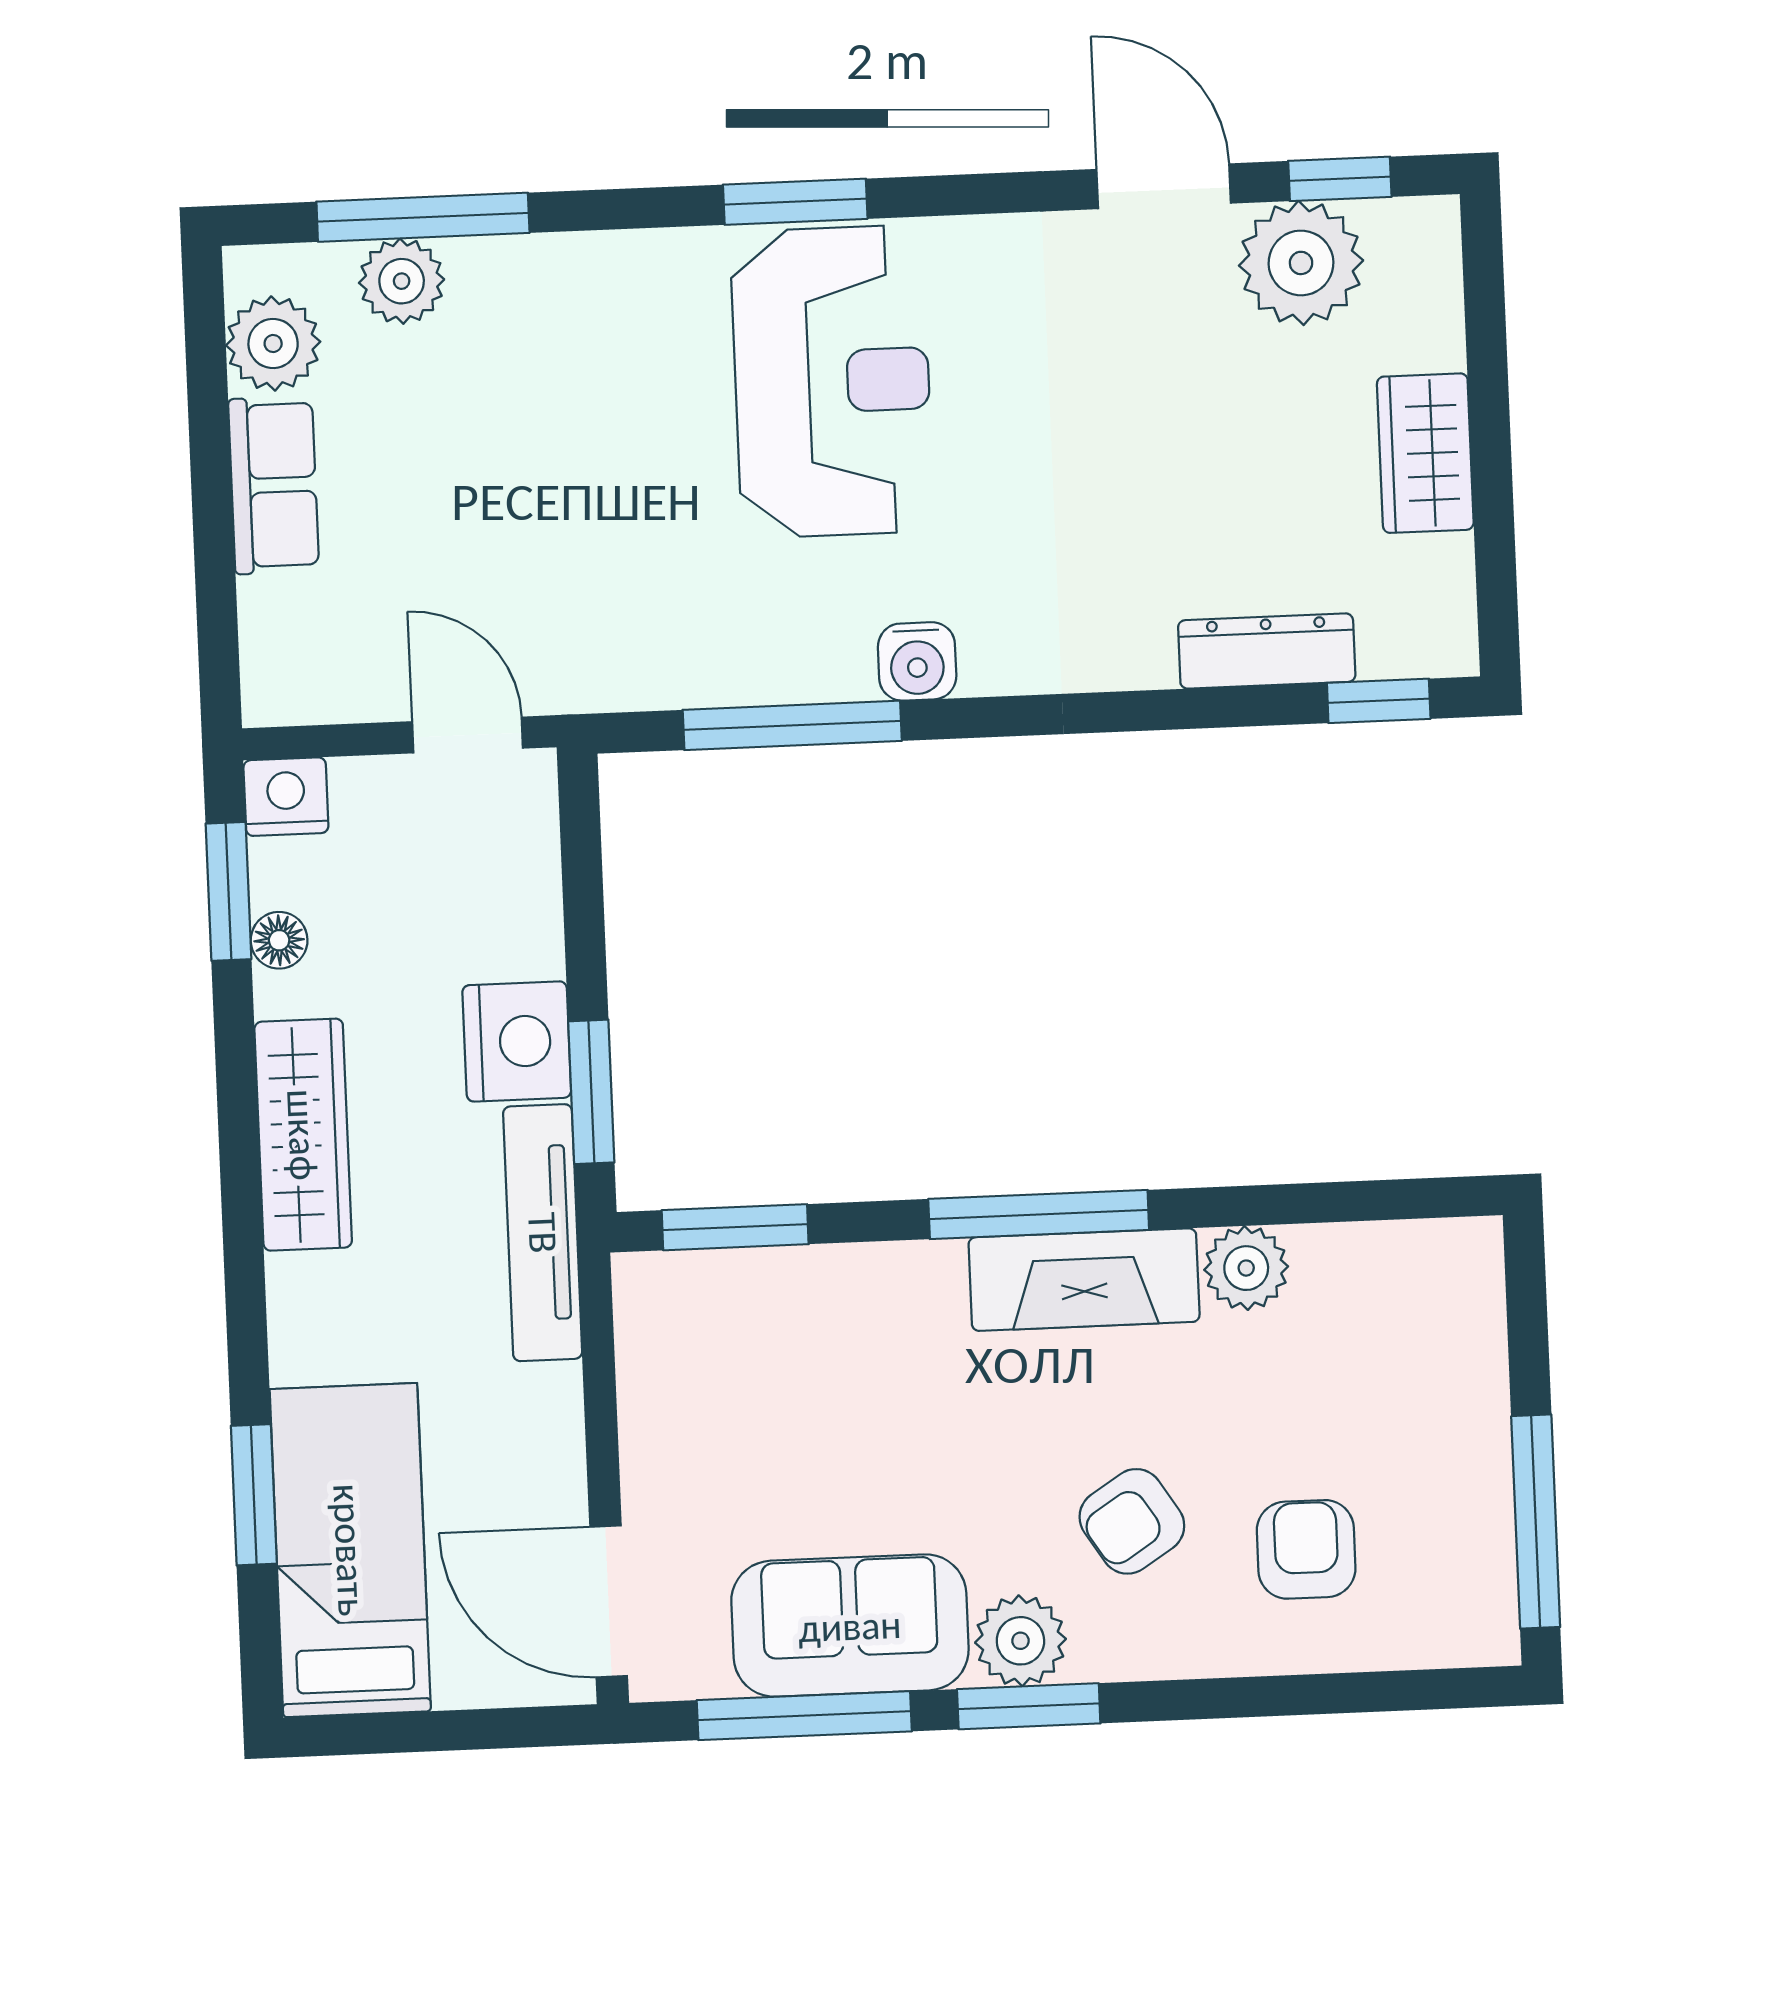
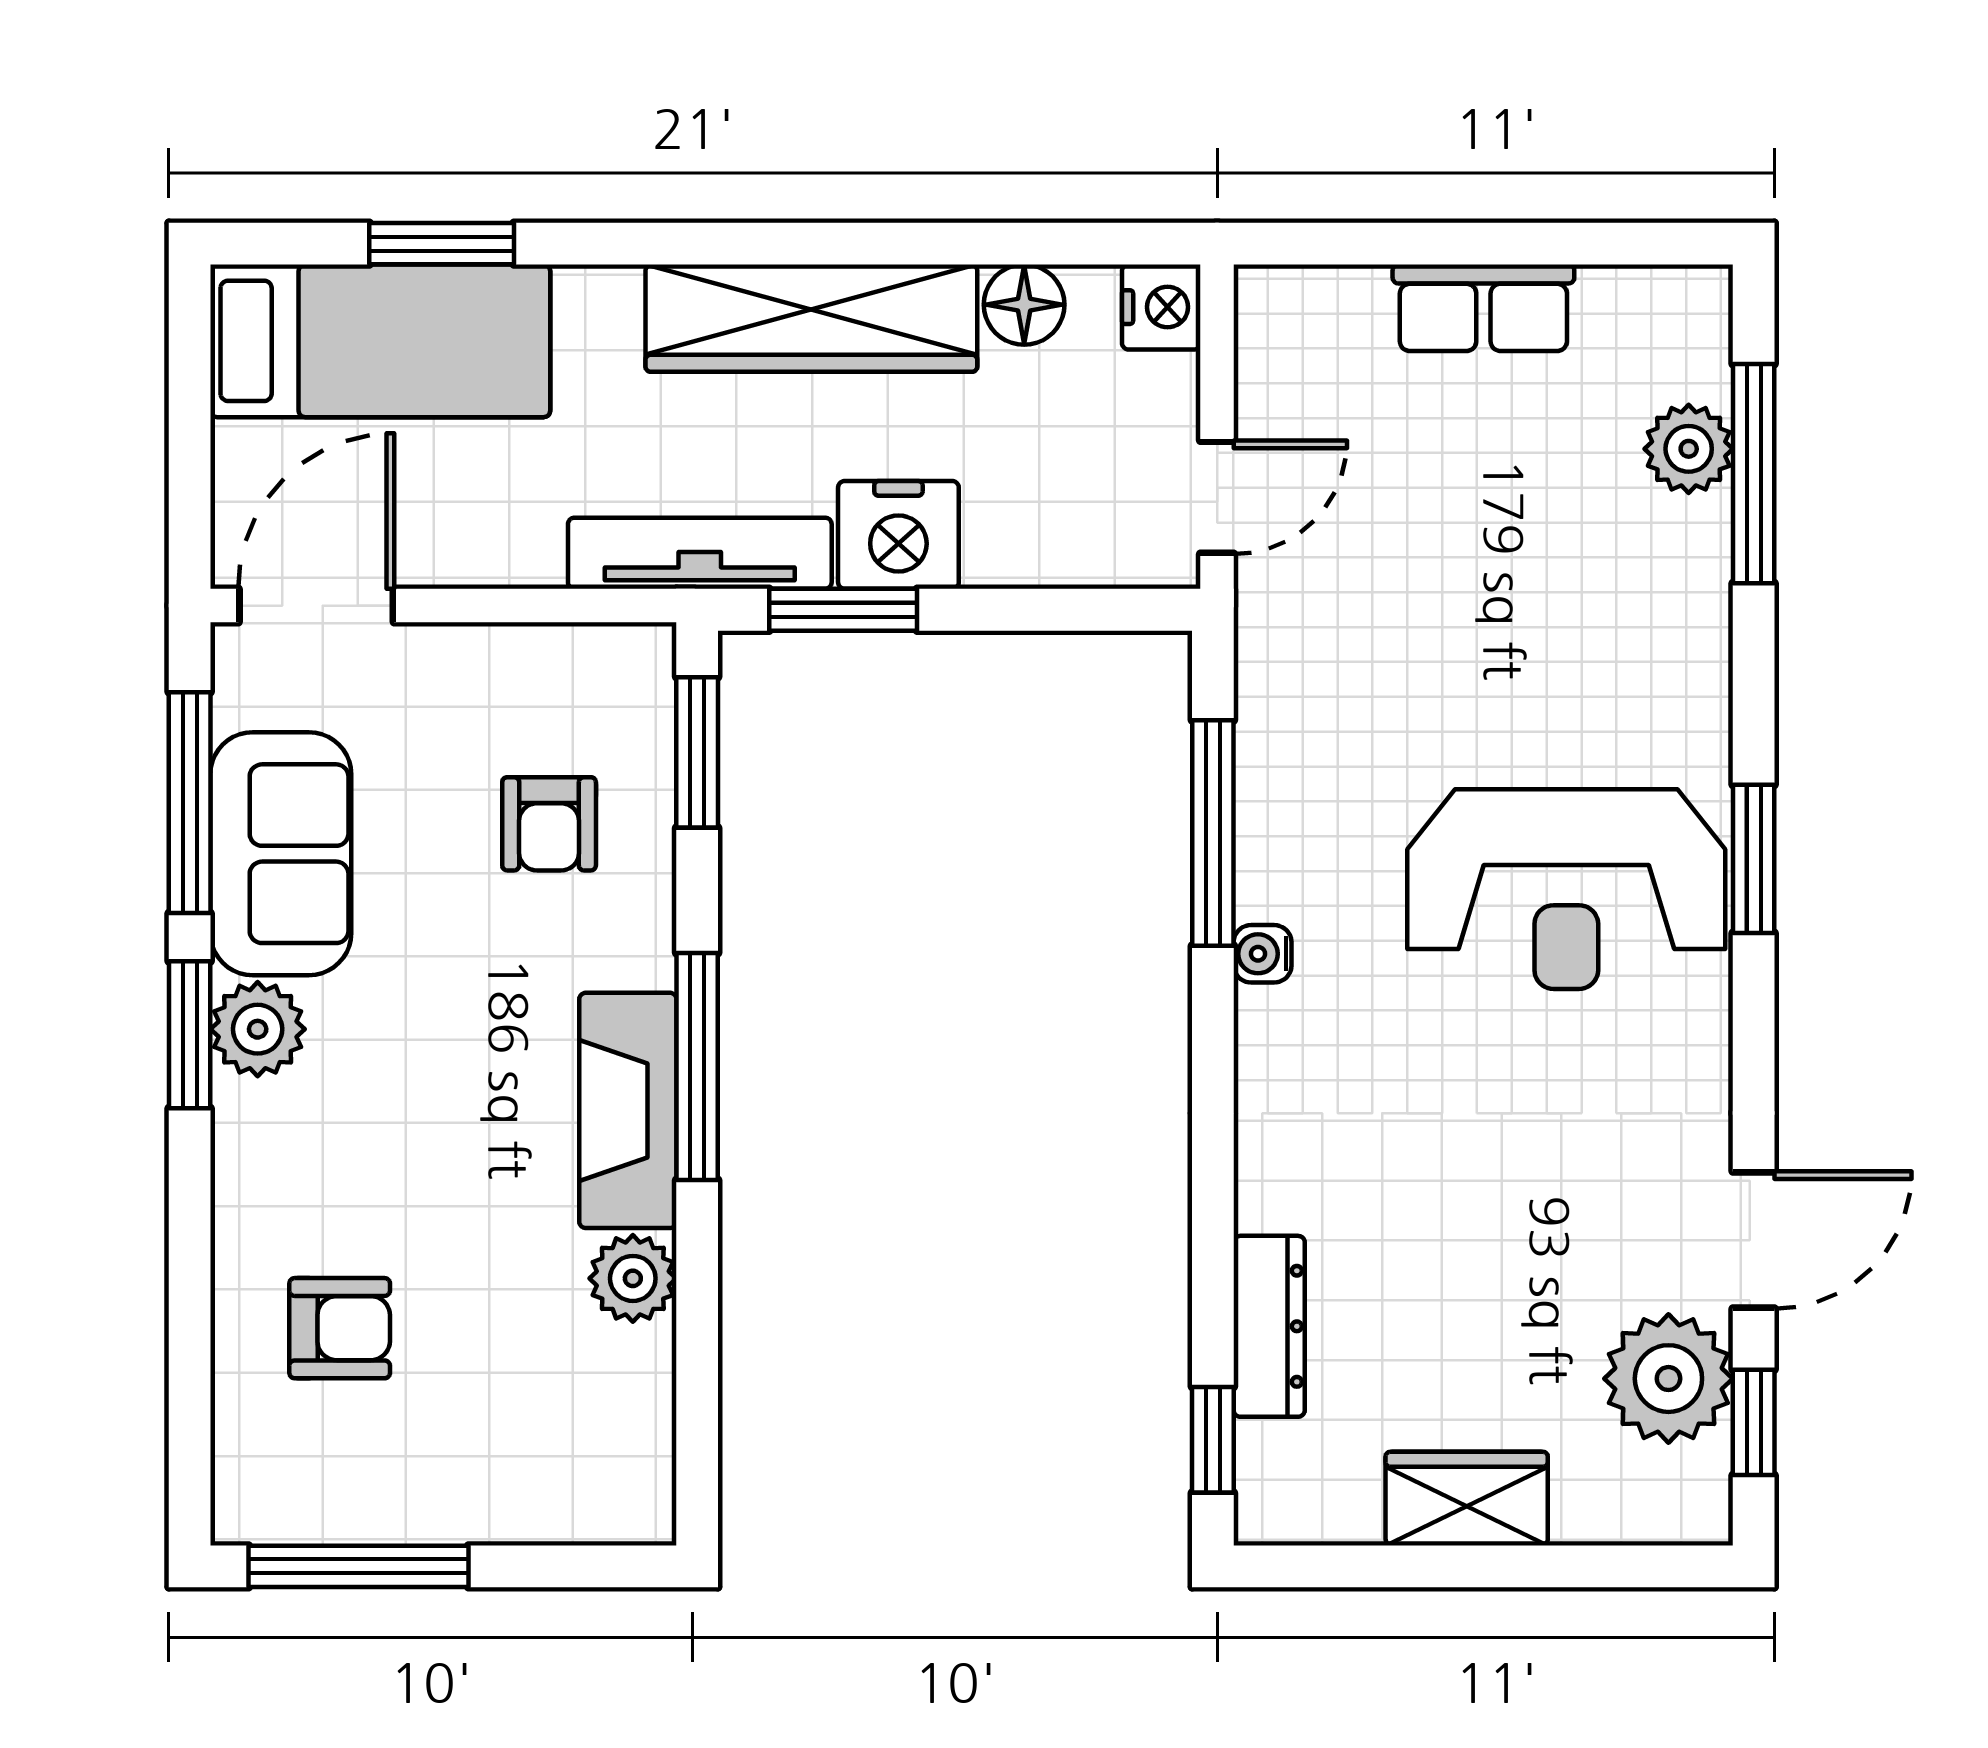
plant: (273, 343) -> (1630, 313), removed
water cooler: (917, 661) -> (1263, 954), width x0.72, depth x0.72
window: (229, 891) -> (1066, 244), removed
floor lamp: (279, 940) -> (1024, 305), width x1.37, depth x1.37
wardrobe: (303, 1135) -> (811, 318), width x1.40, depth x1.17
armchair: (1132, 1521) -> (549, 824), moved, turned -147

